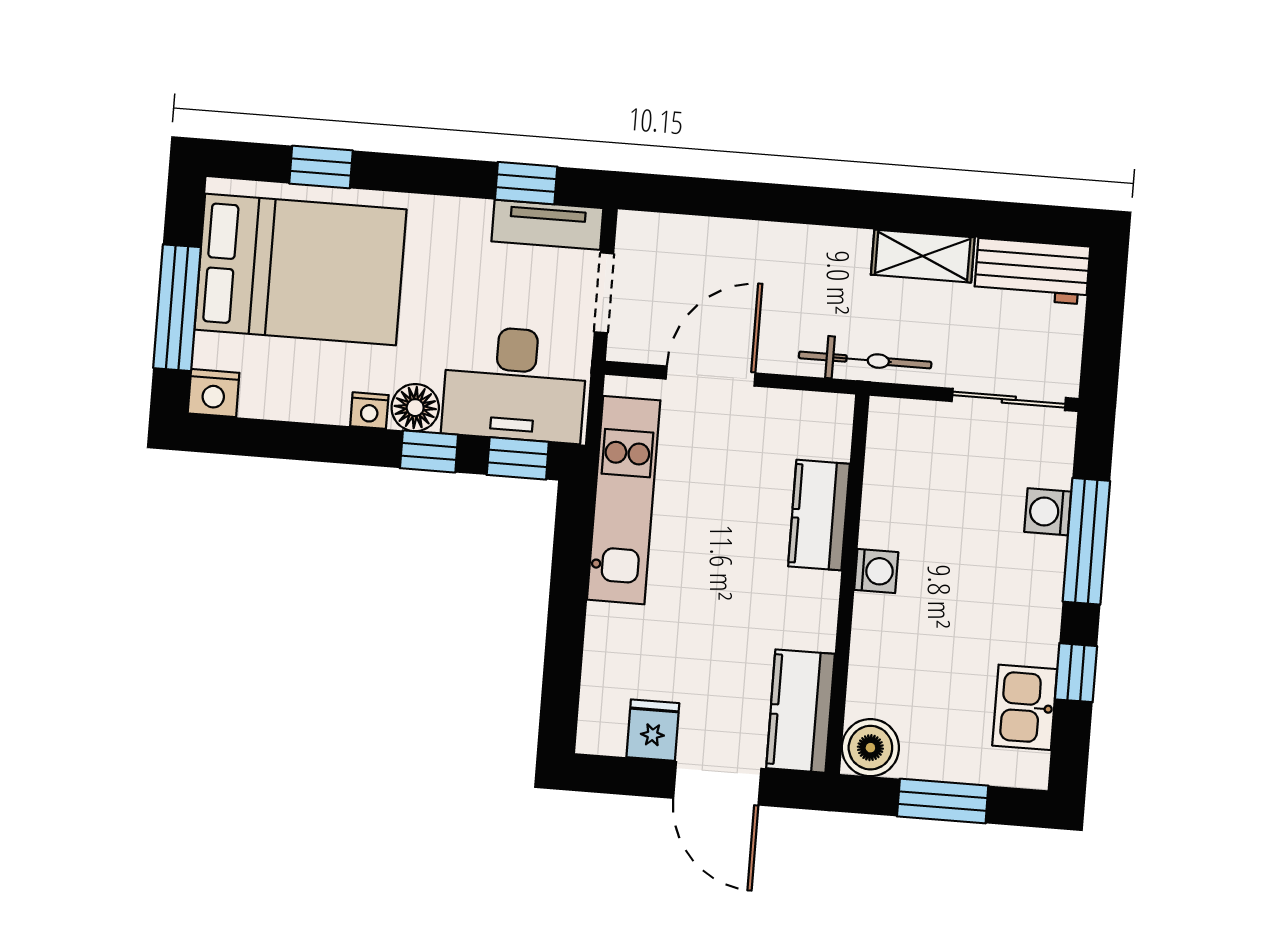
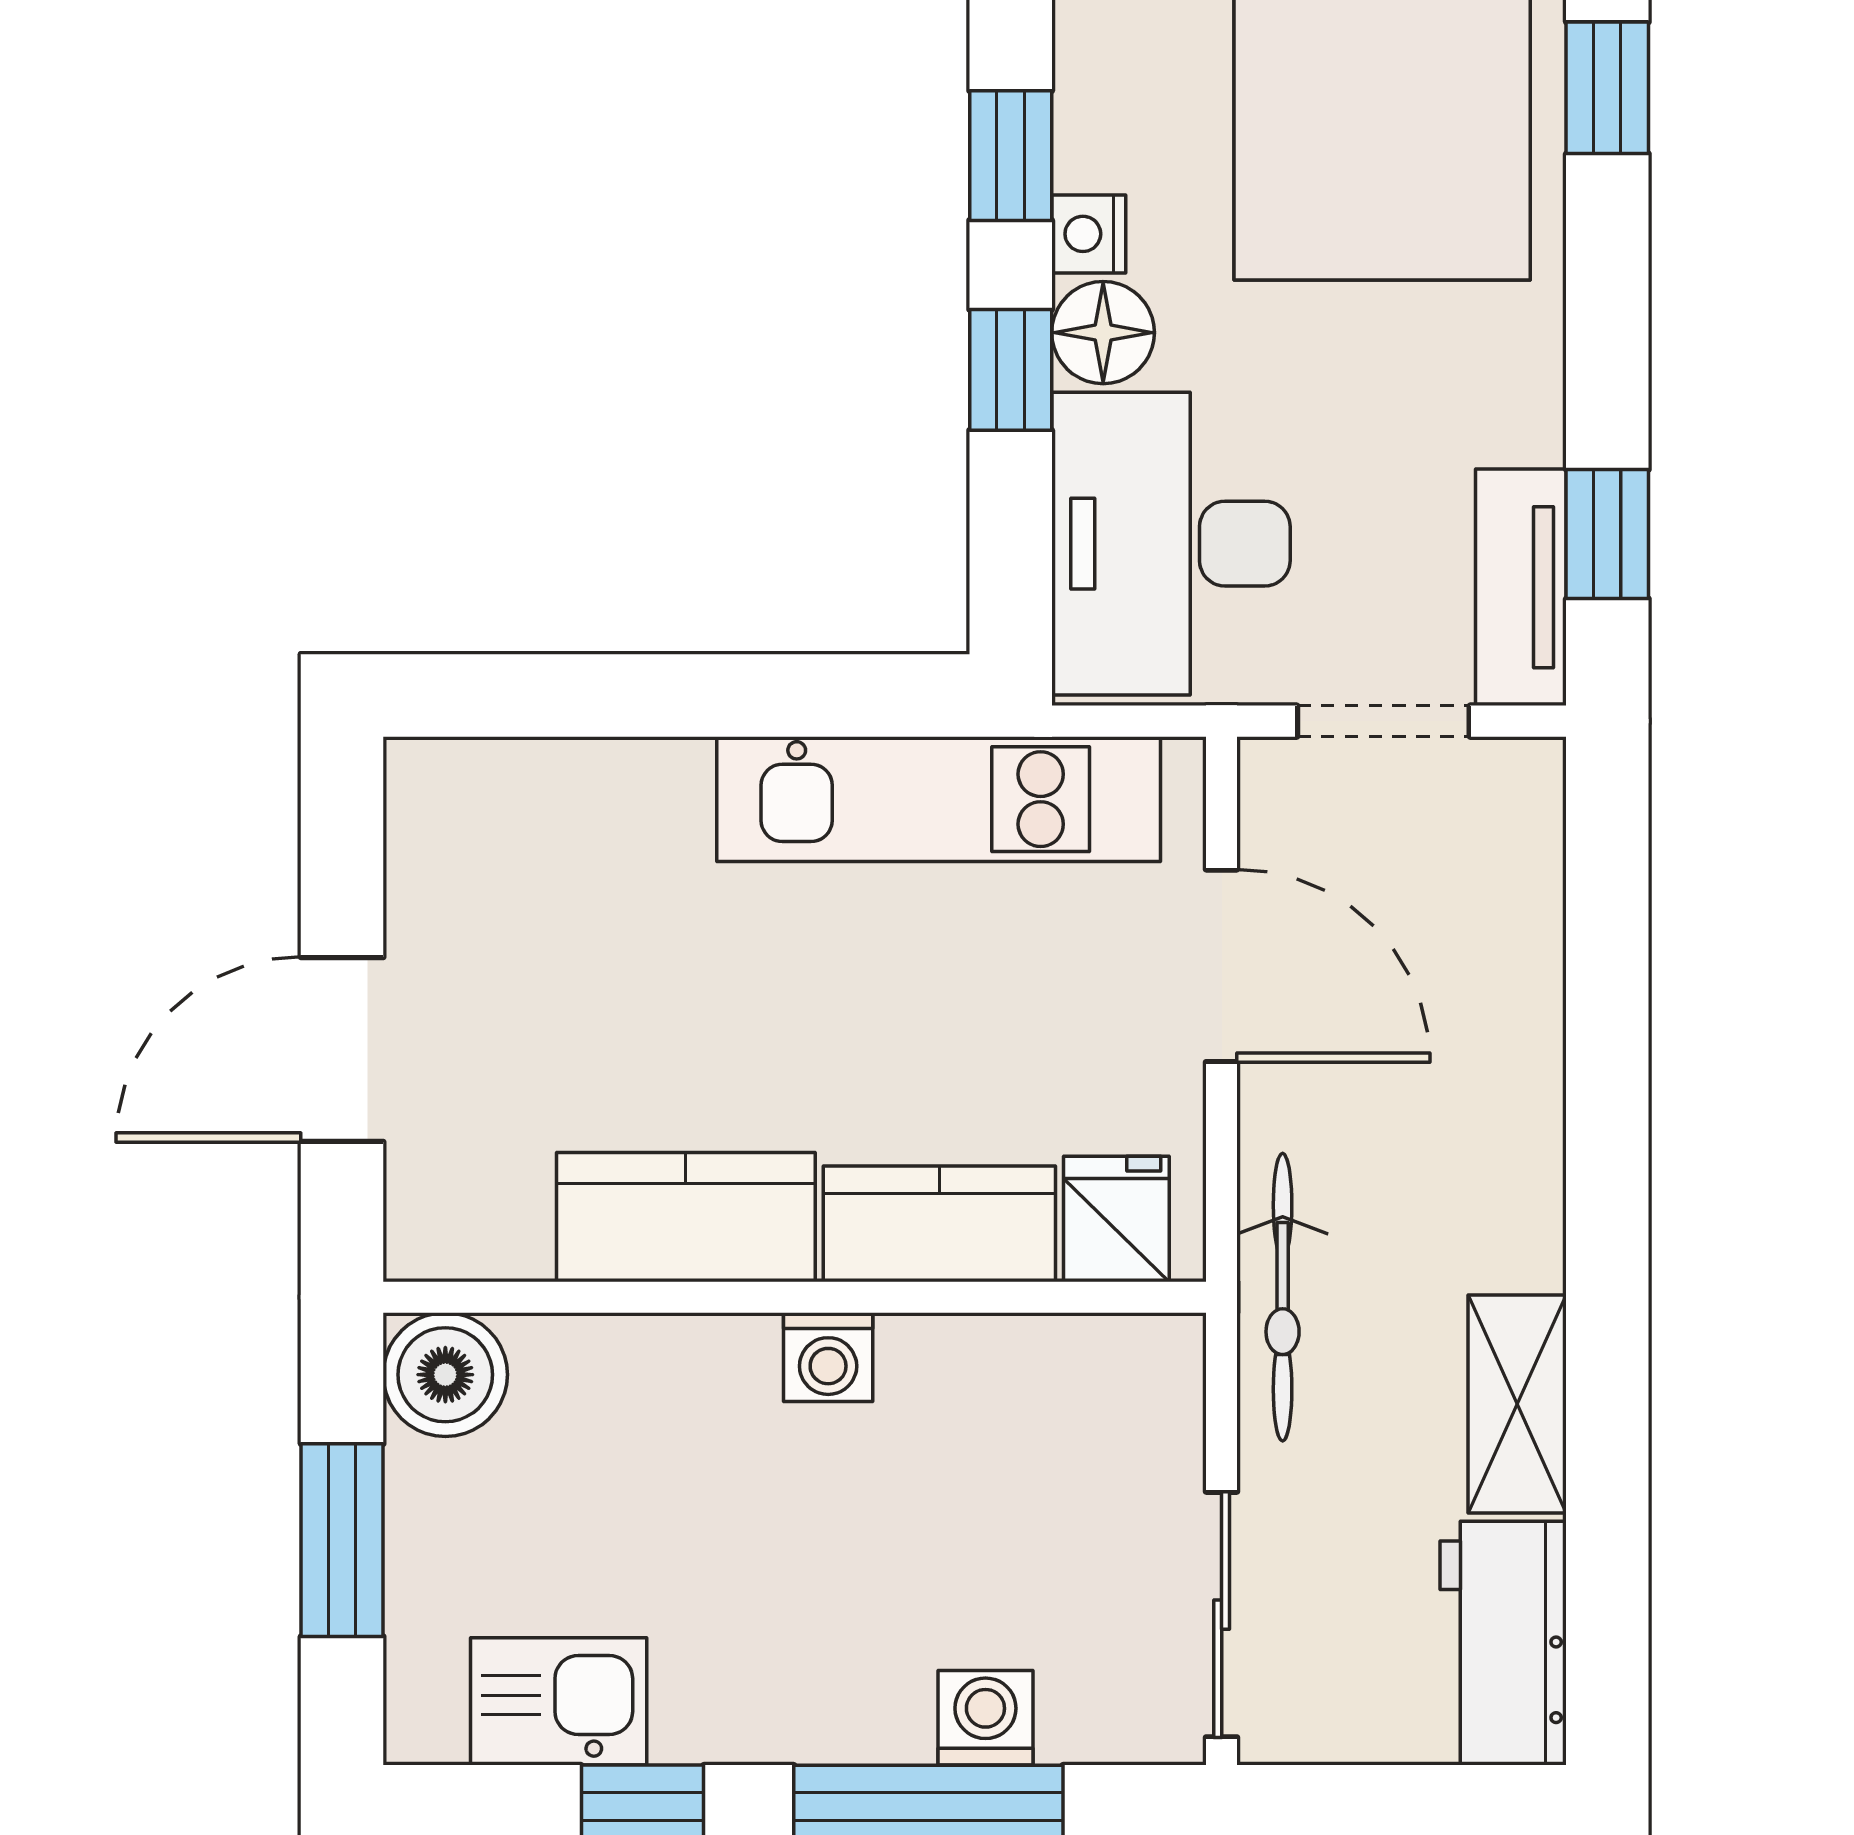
window: (518, 458) -> (1011, 156), moved
kitchen counter: (800, 711) -> (686, 1217), moved
fridge: (653, 730) -> (1116, 1219), moved, turned -90

